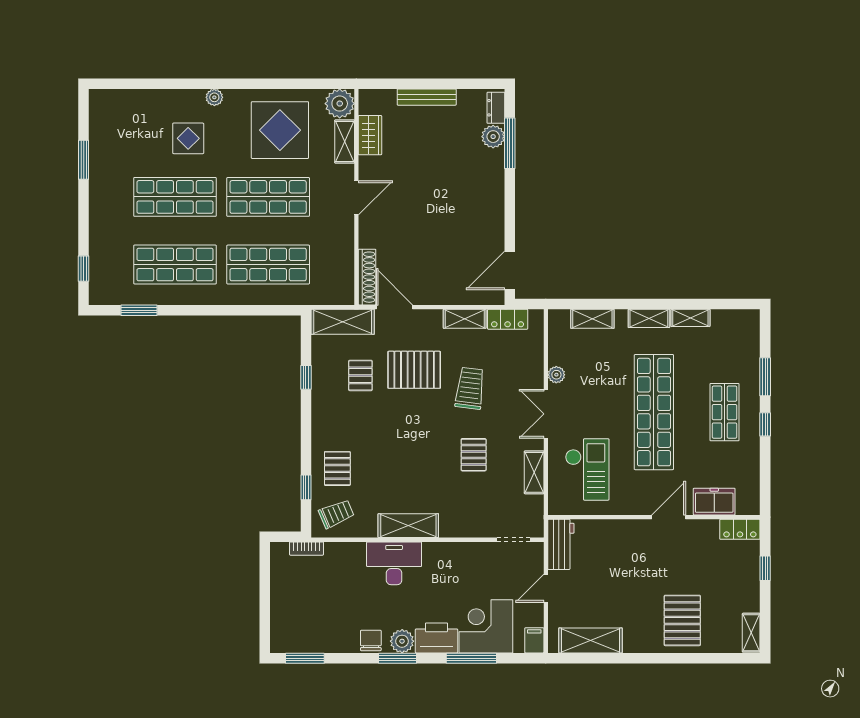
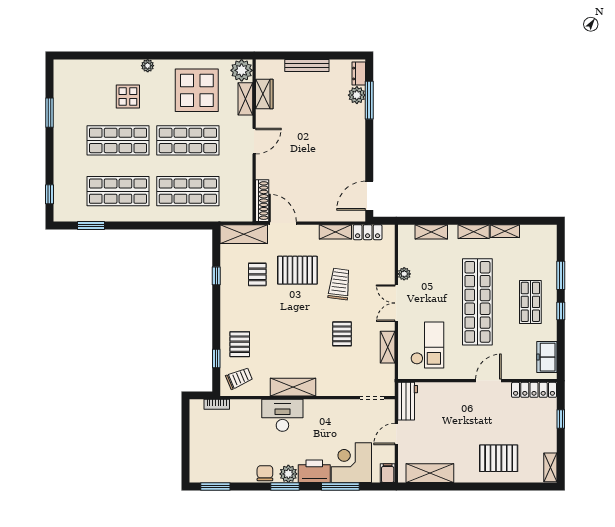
freezer: (714, 502) -> (547, 357), moved, turned -90
locker: (740, 529) -> (534, 390), width x1.53
pallet: (682, 620) -> (499, 458), turned 90

